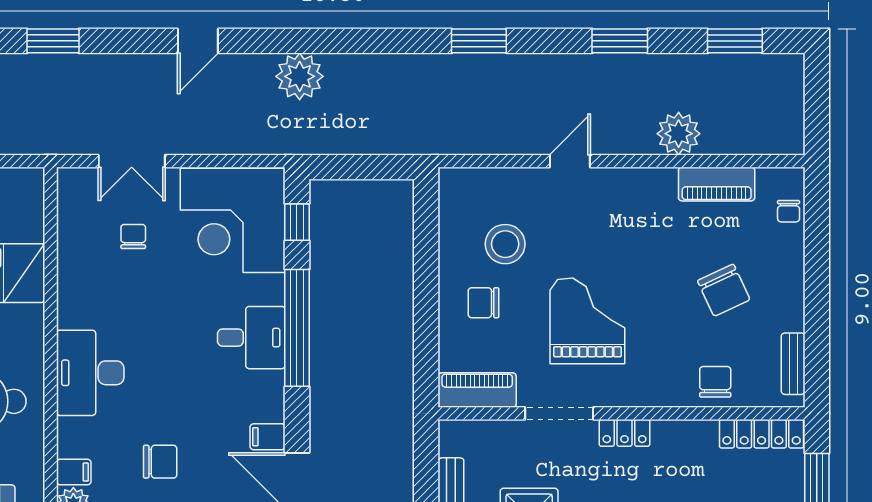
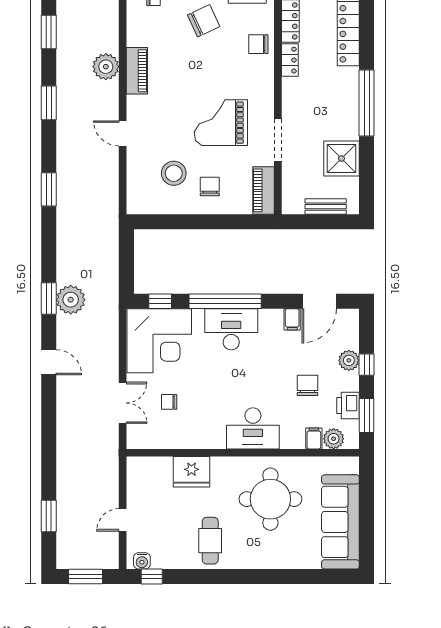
window: (53, 41) -> (49, 299), moved
piano: (717, 184) -> (137, 71), moved
chair: (724, 290) -> (204, 21), moved
chair: (484, 303) -> (210, 187), turned 180
desk: (251, 338) -> (231, 329), width x1.37
locker: (624, 433) -> (290, 60), moved

